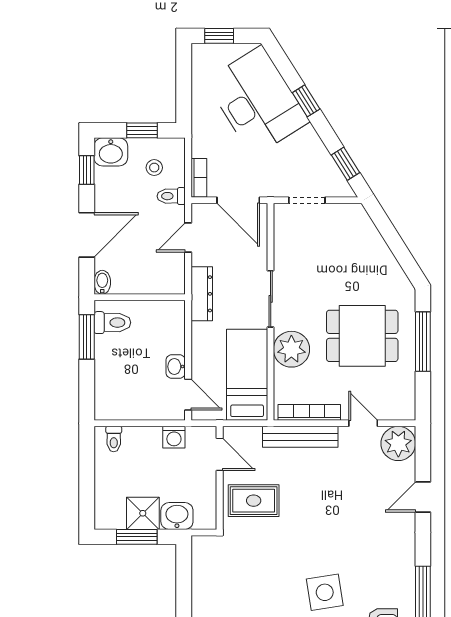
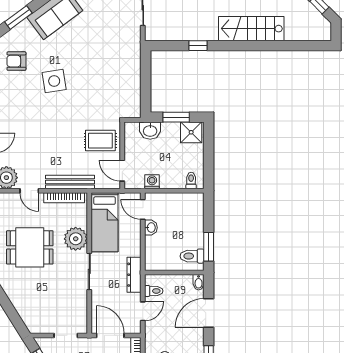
toilet: (171, 196) -> (154, 291), moved
shower: (143, 513) -> (191, 132), moved

